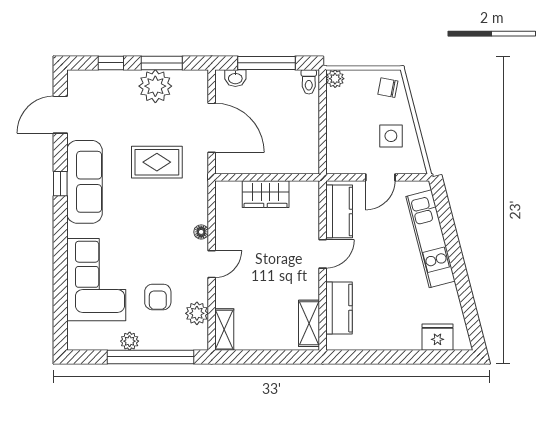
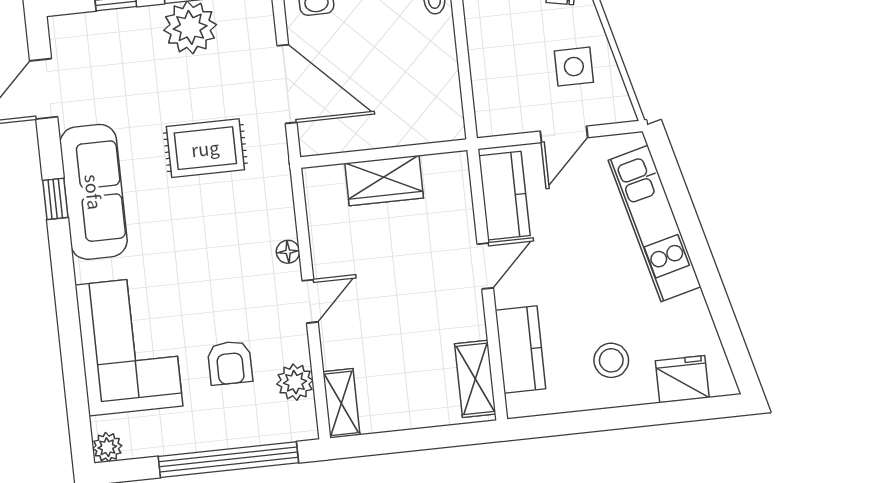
stool: (395, 321) -> (611, 360), added
plant: (130, 341) -> (107, 447), moved

